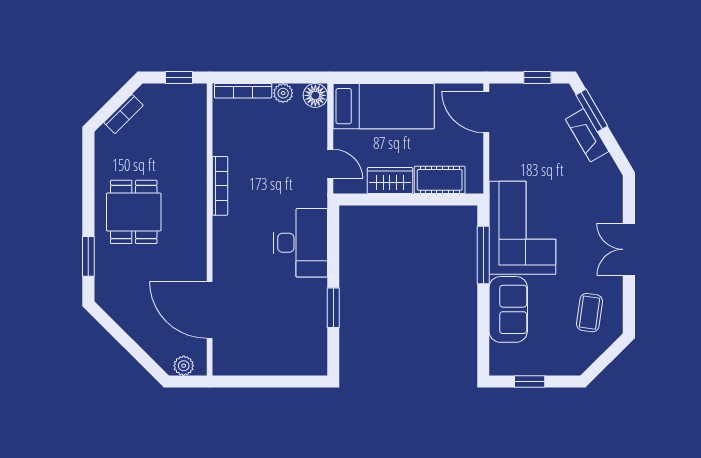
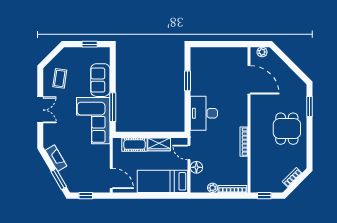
floor lamp: (315, 95) -> (196, 167), moved
fireplace: (587, 135) -> (56, 158), moved

